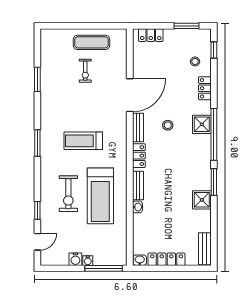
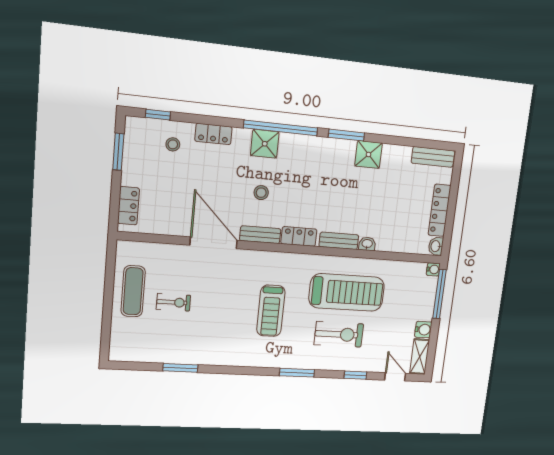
window: (37, 143) -> (297, 373), moved
shelving: (54, 259) -> (420, 357), added
water cooler: (88, 261) -> (433, 269), moved

